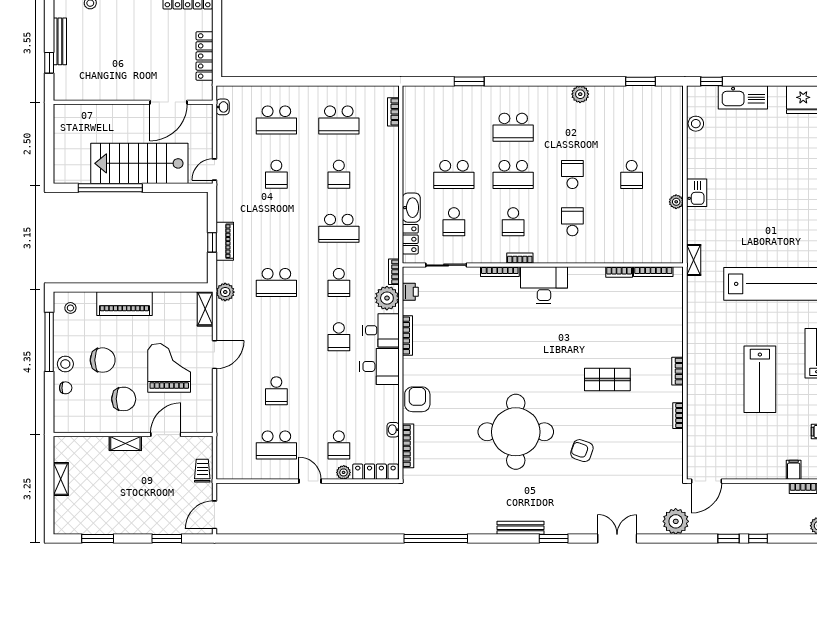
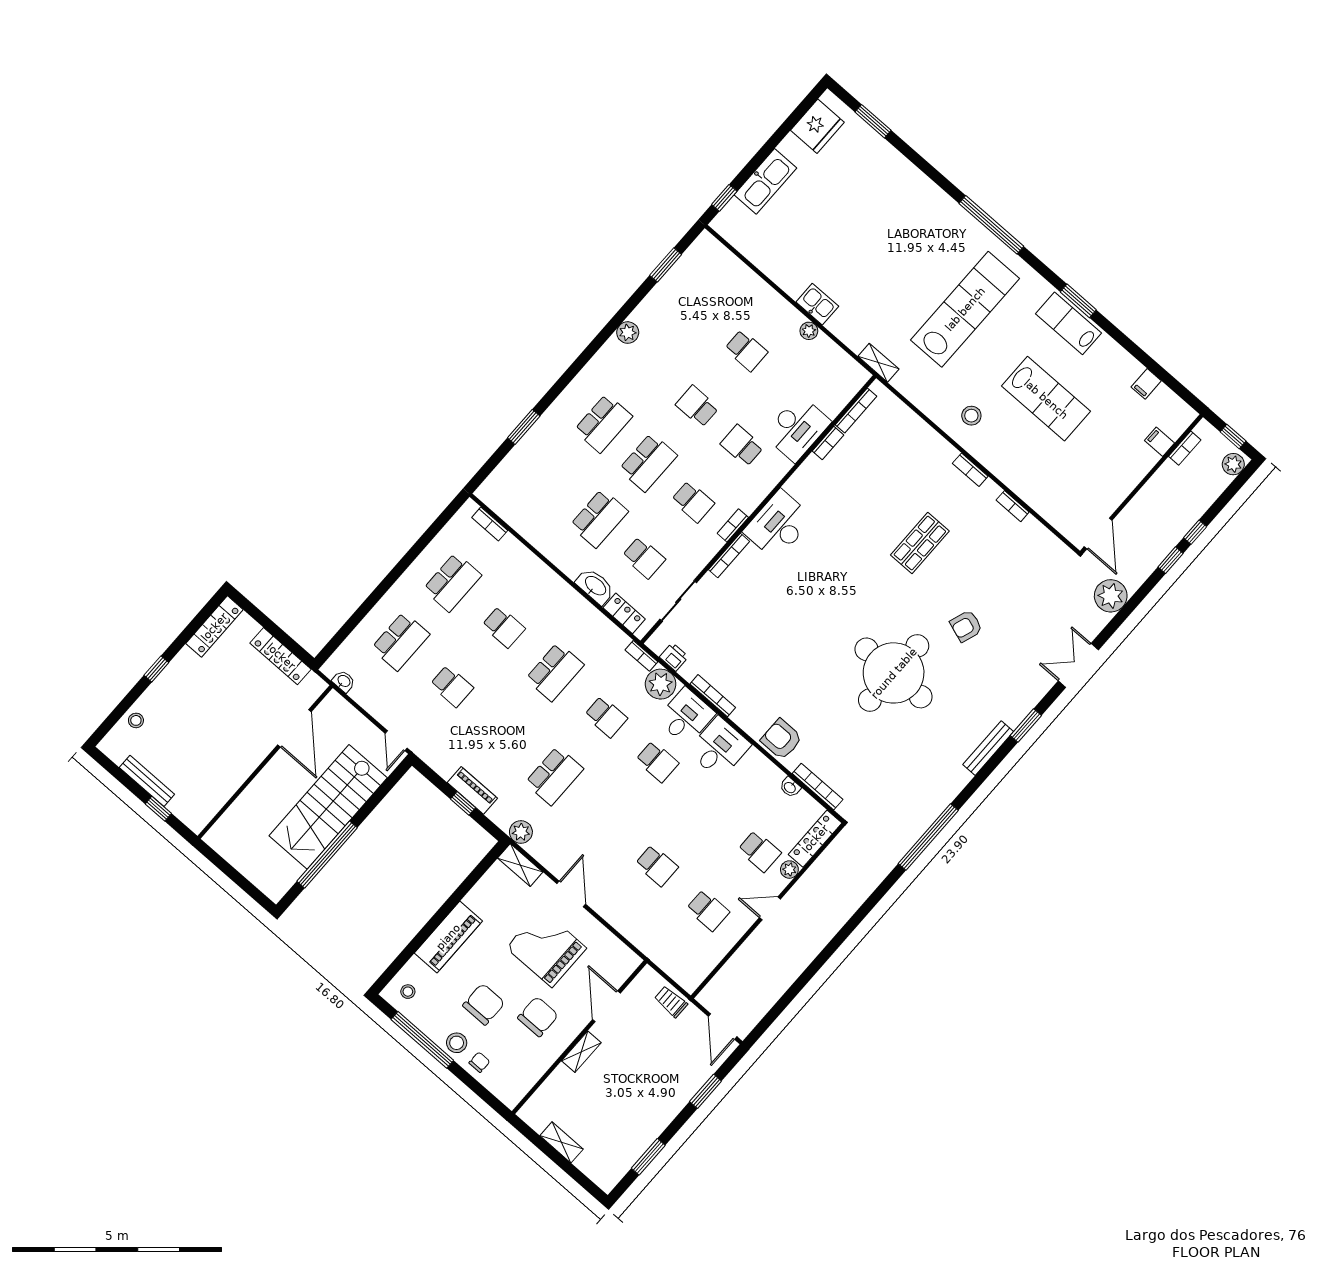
stool: (696, 124) -> (971, 416), moved
desk: (612, 246) -> (797, 428), added
school desk: (276, 445) -> (708, 910), width x0.54

